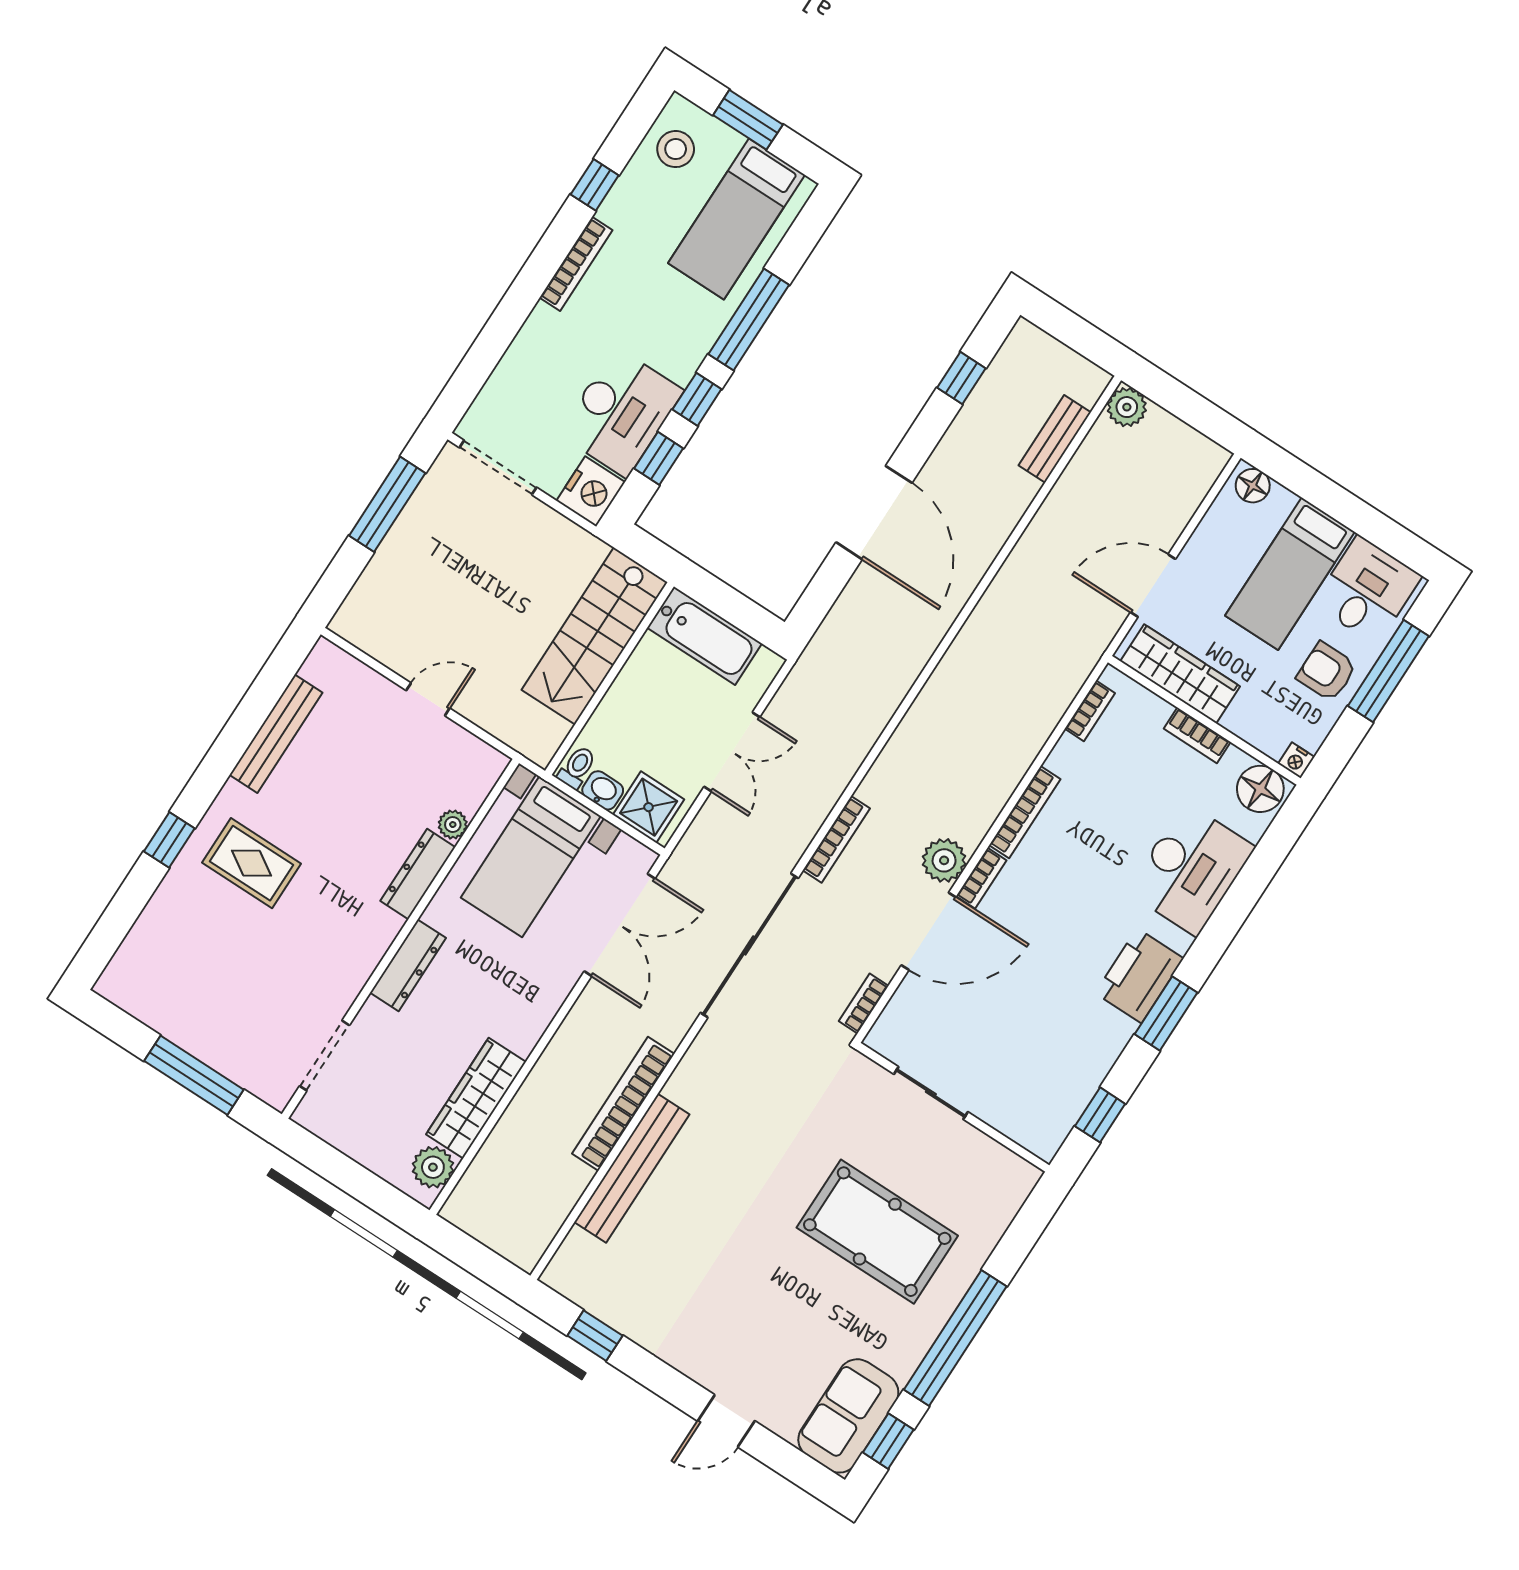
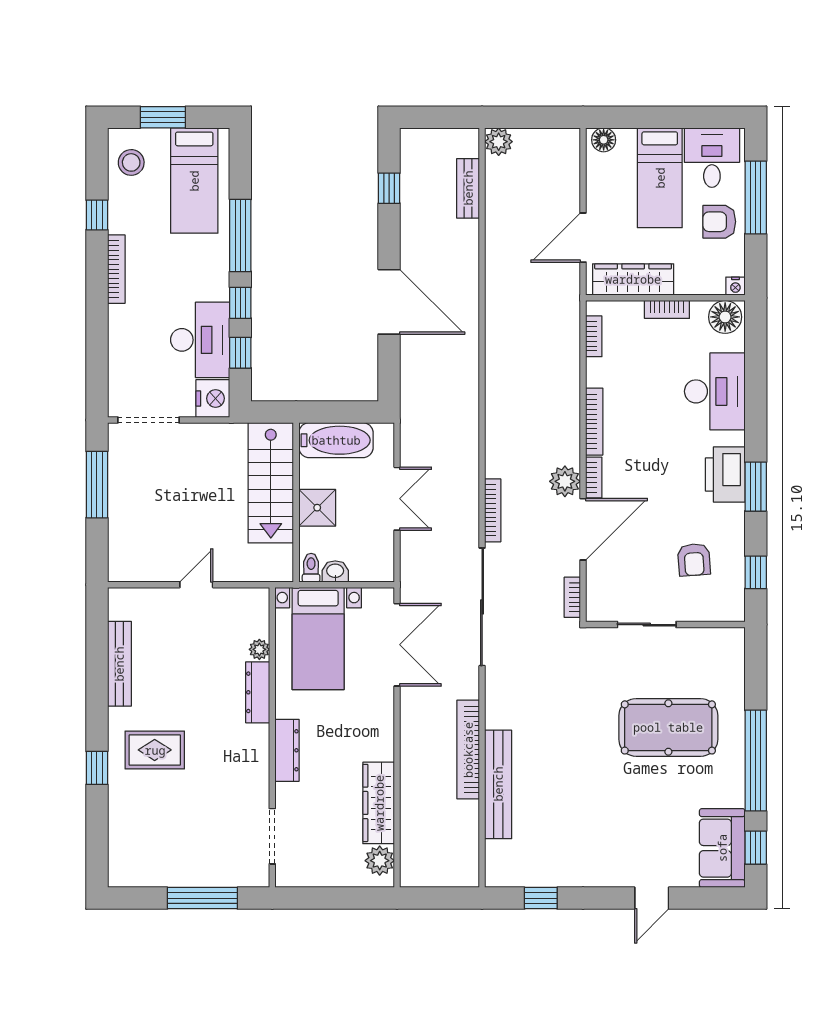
shower: (649, 807) -> (317, 508), moved
armchair: (1037, 1053) -> (694, 560), added

